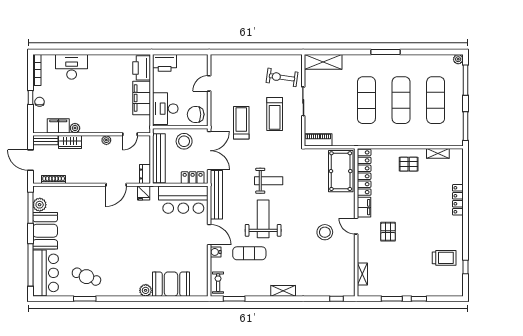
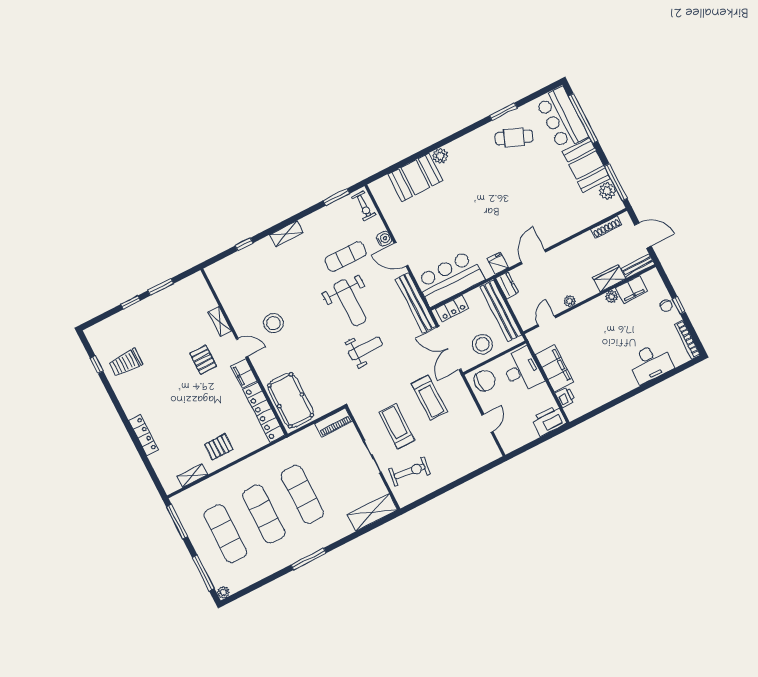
printer: (142, 68) -> (565, 397), width x0.53, depth x0.68
weight bench: (269, 181) -> (365, 348), turned 180
shelving: (362, 274) -> (220, 321), moved
window: (337, 299) -> (244, 244), moved

